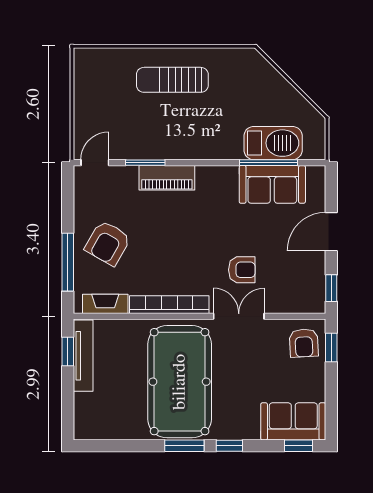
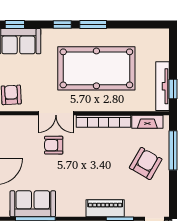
pool table: (180, 382) -> (96, 68), turned 90

